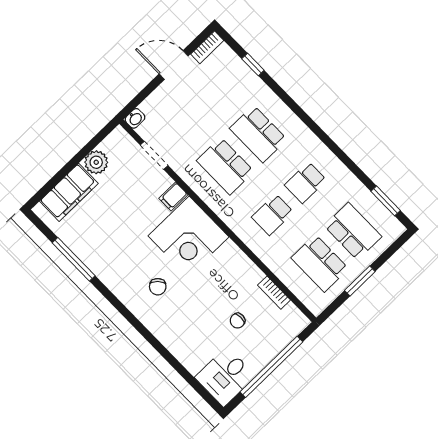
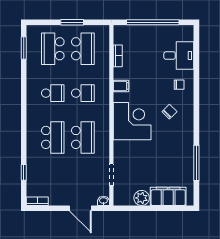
door: (174, 65) -> (80, 208), moved
filing cabinet: (173, 196) -> (121, 86), moved
chair: (238, 321) -> (179, 85), moved
desk: (225, 377) -> (179, 56), moved

